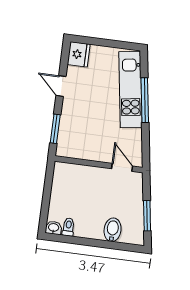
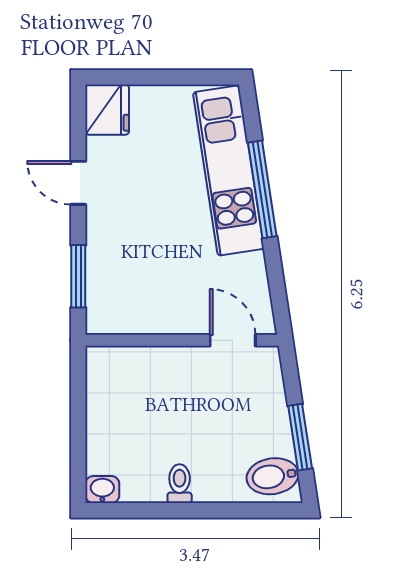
toilet: (68, 227) -> (180, 484), moved
bidet: (113, 230) -> (272, 476), moved, turned -99

